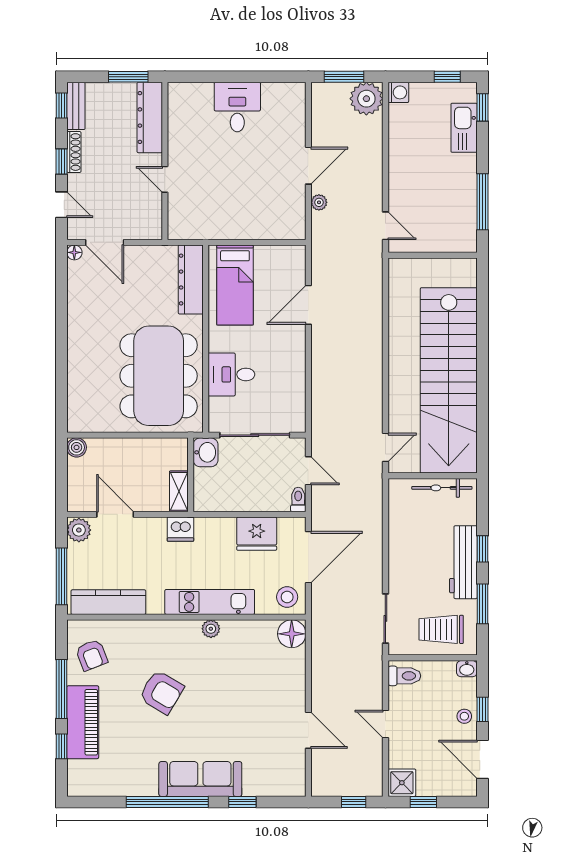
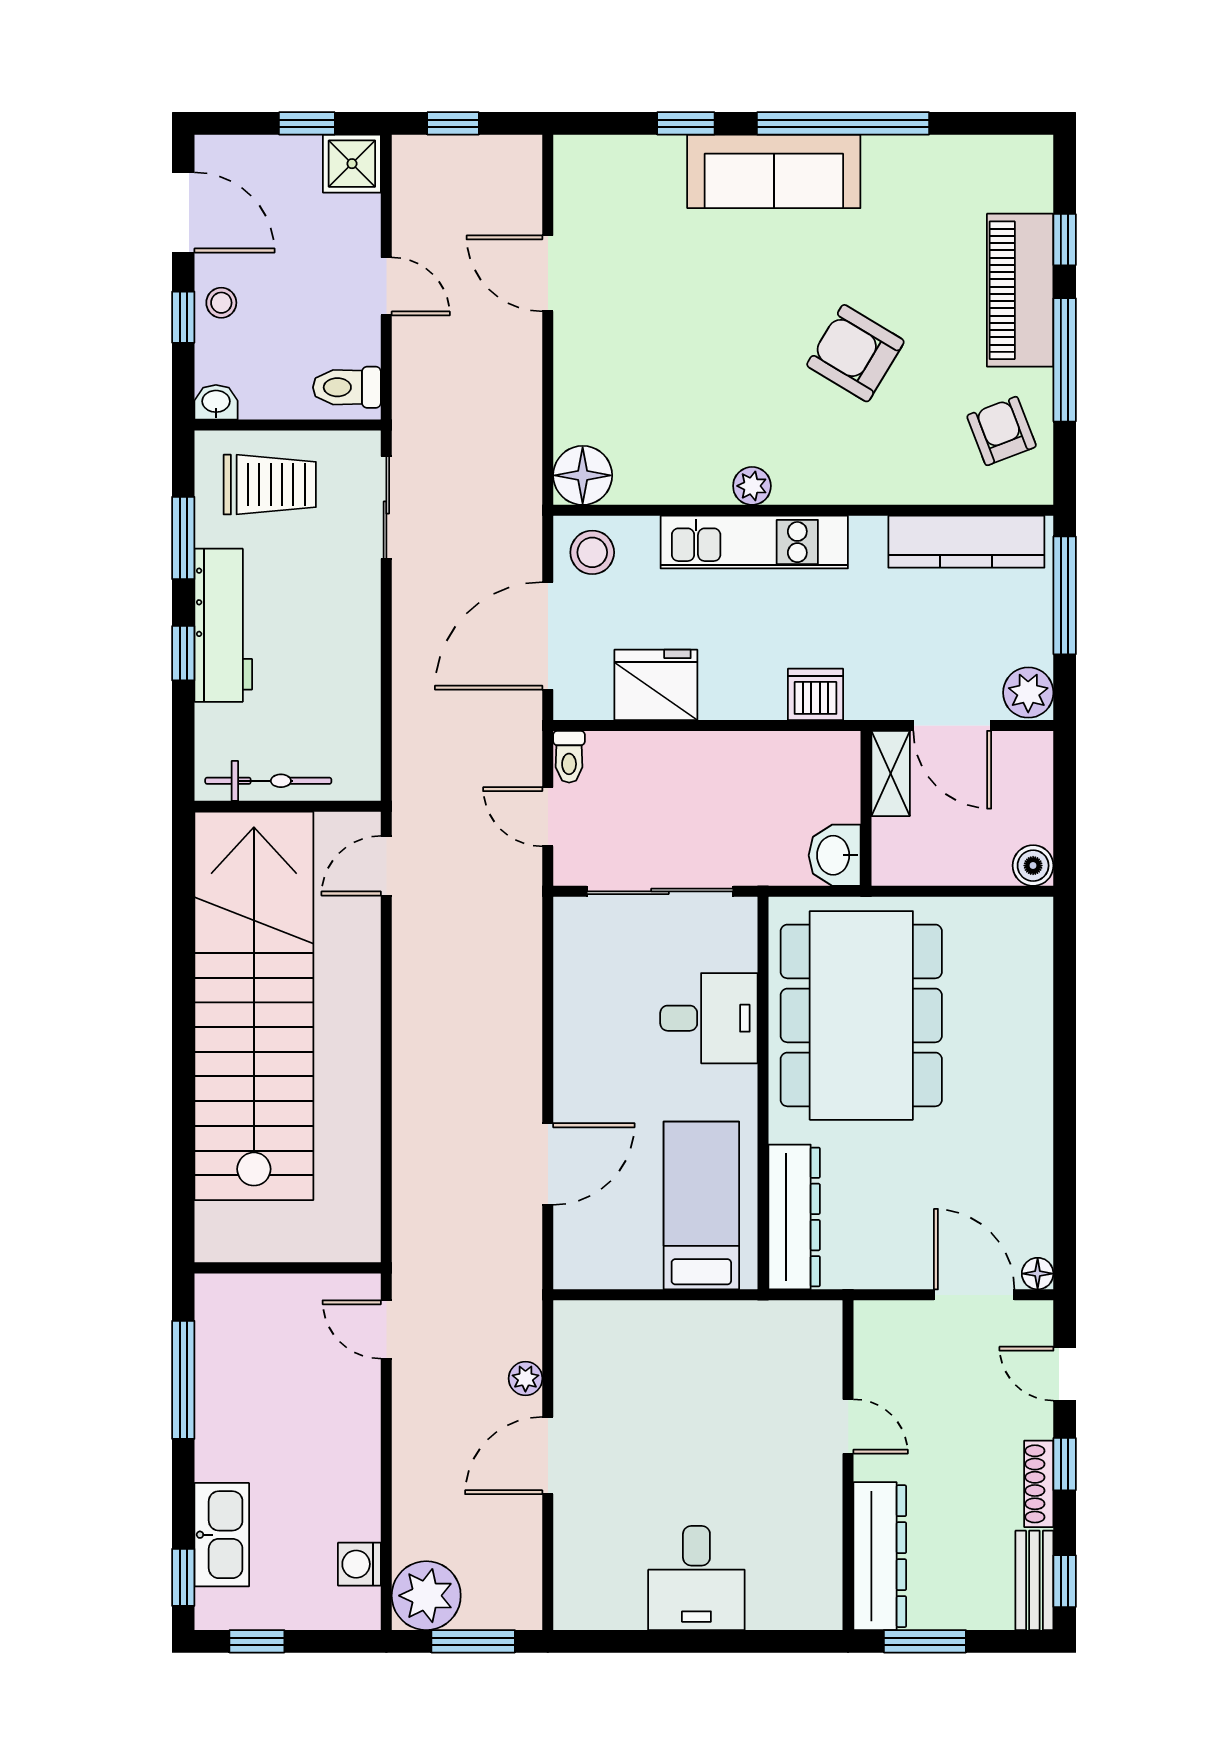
washing machine: (398, 92) -> (359, 1564), moved
washbasin: (206, 452) -> (835, 855), moved
wall: (191, 475) -> (866, 808), moved
shelving: (179, 491) -> (891, 774), moved

